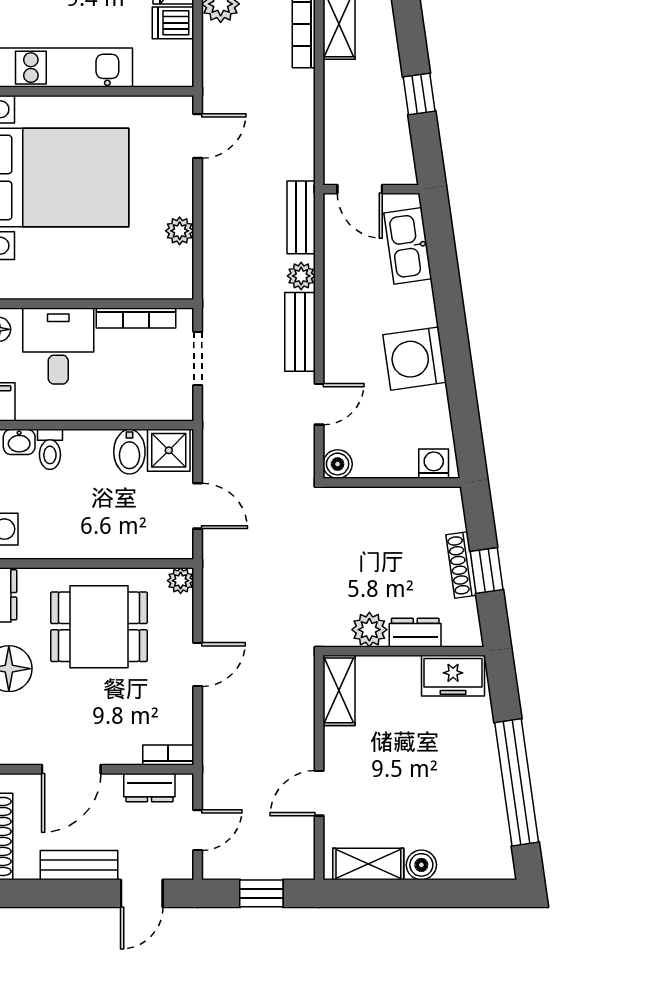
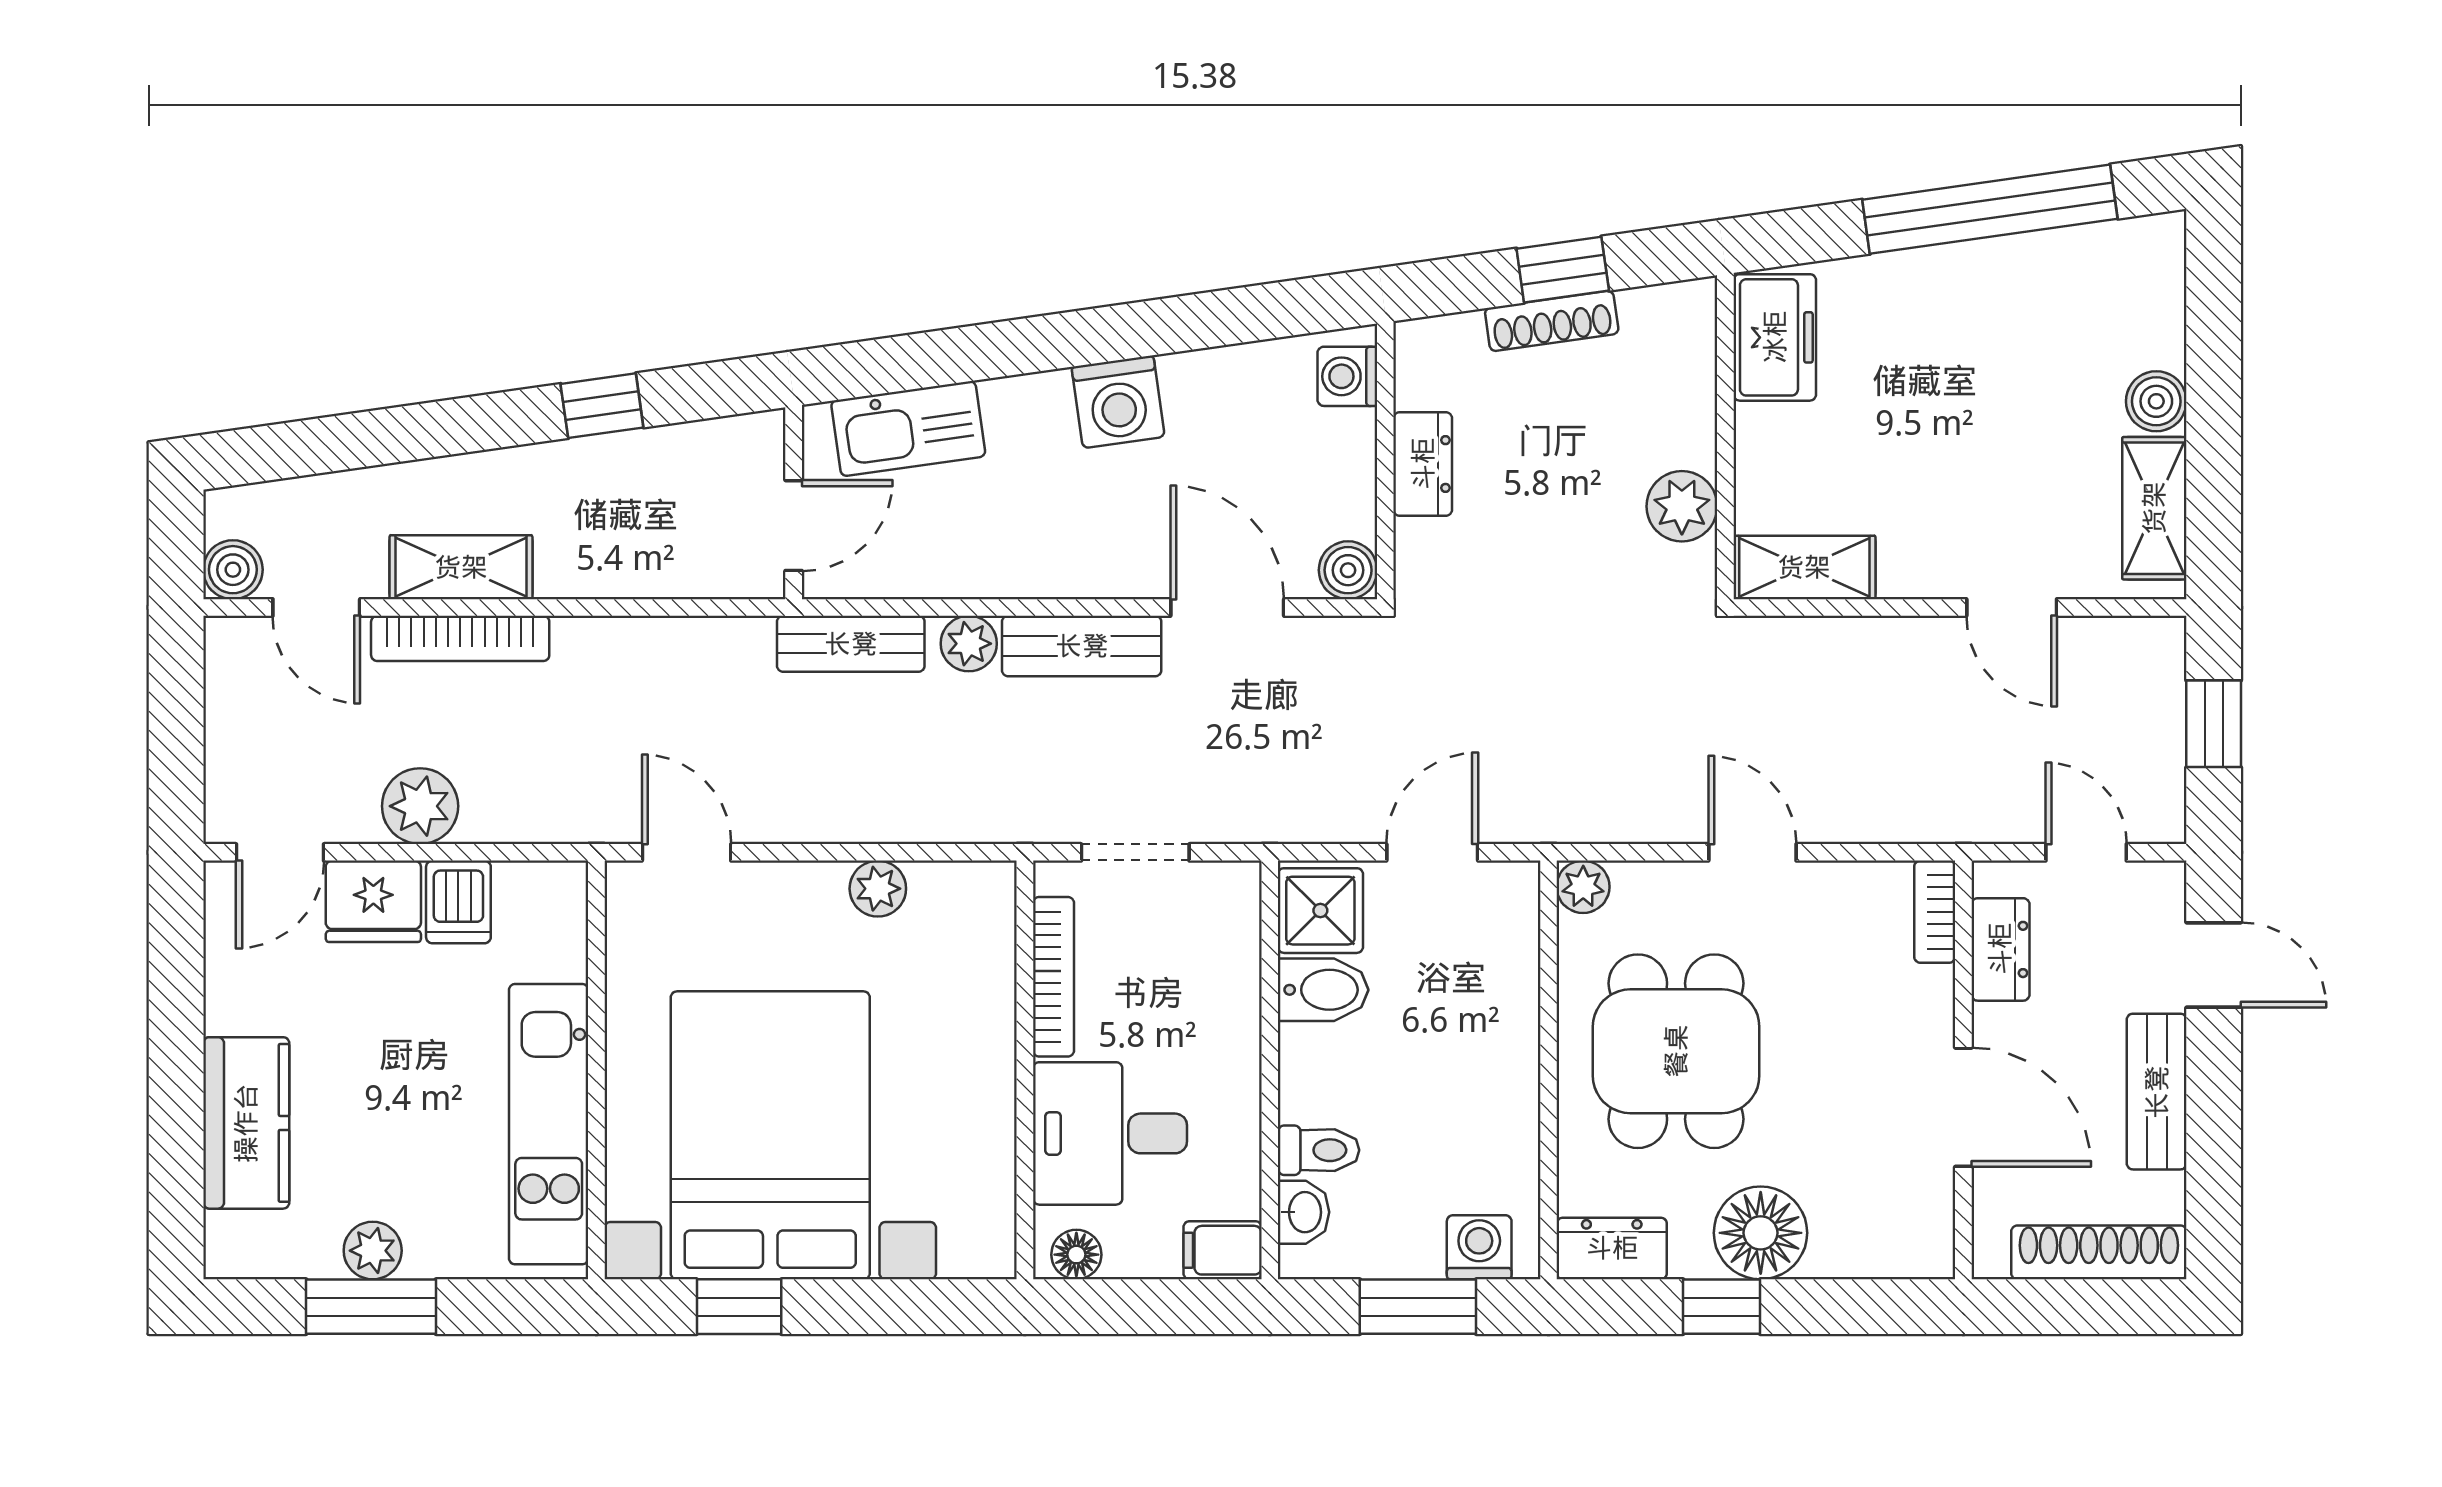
washing machine: (415, 359) -> (1118, 402), width x0.73, depth x0.73
door: (319, 404) -> (1227, 607), width x1.37
dresser: (415, 633) -> (1423, 464), moved, turned 180

